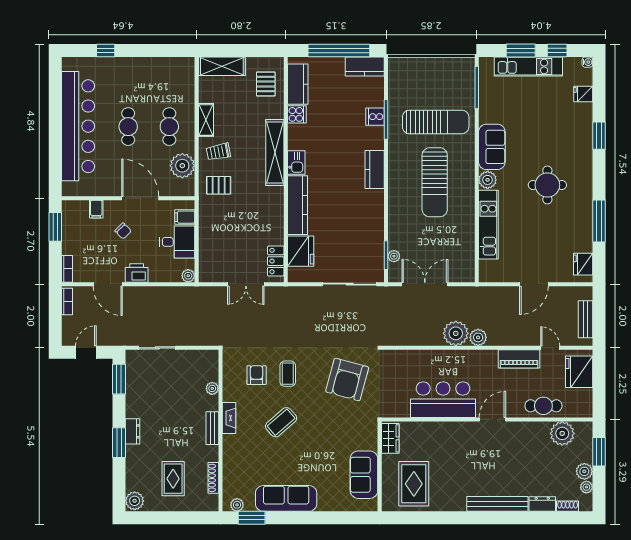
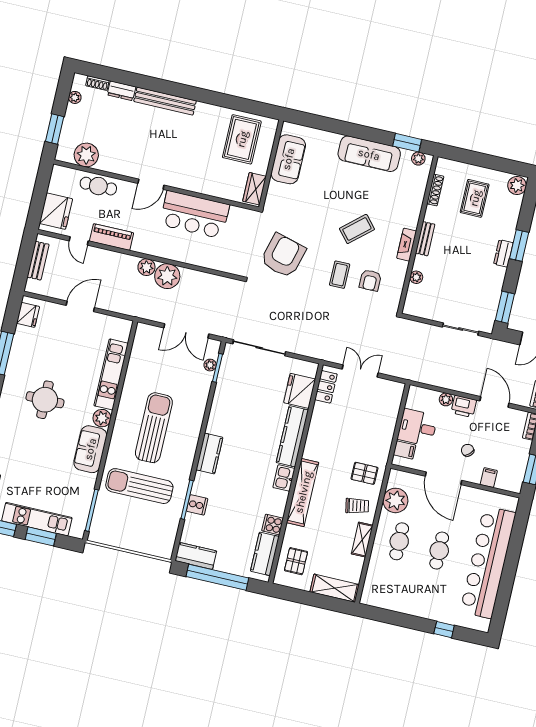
plant: (188, 276) -> (446, 399), moved
plant: (584, 471) -> (73, 113), removed

